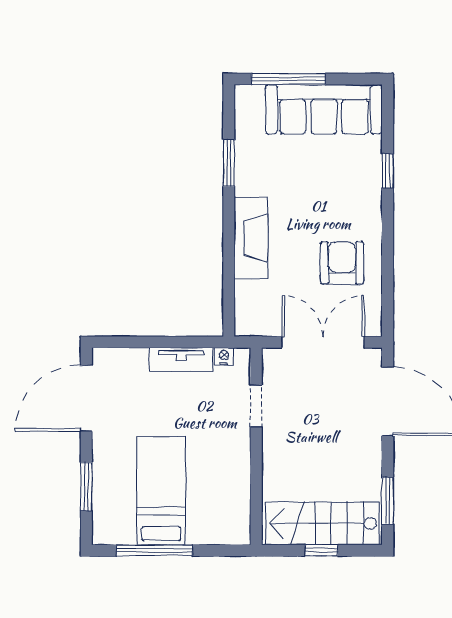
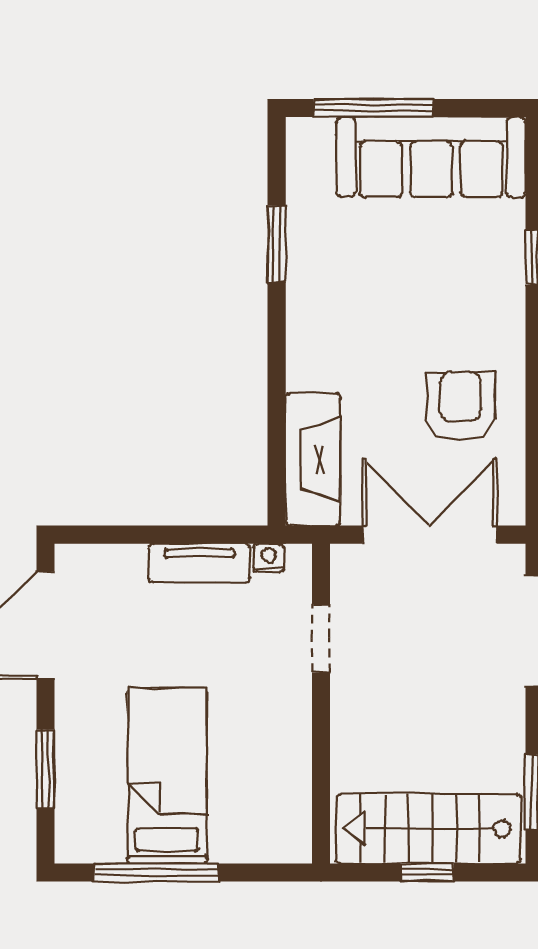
fireplace: (251, 238) -> (313, 459), moved

